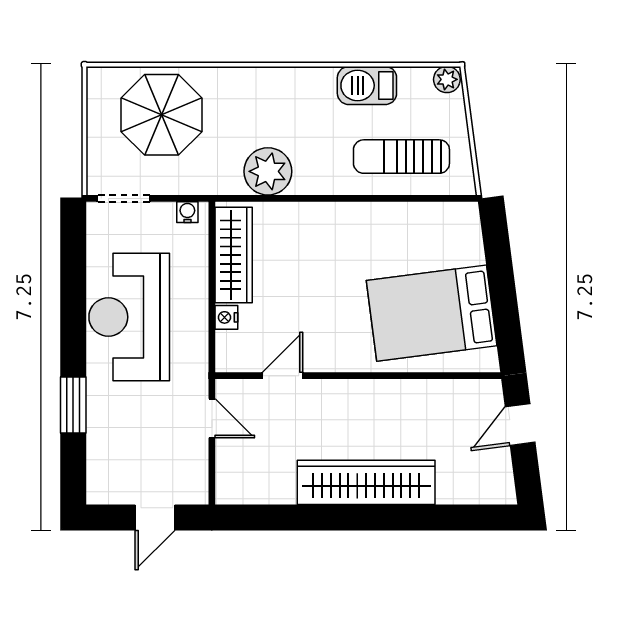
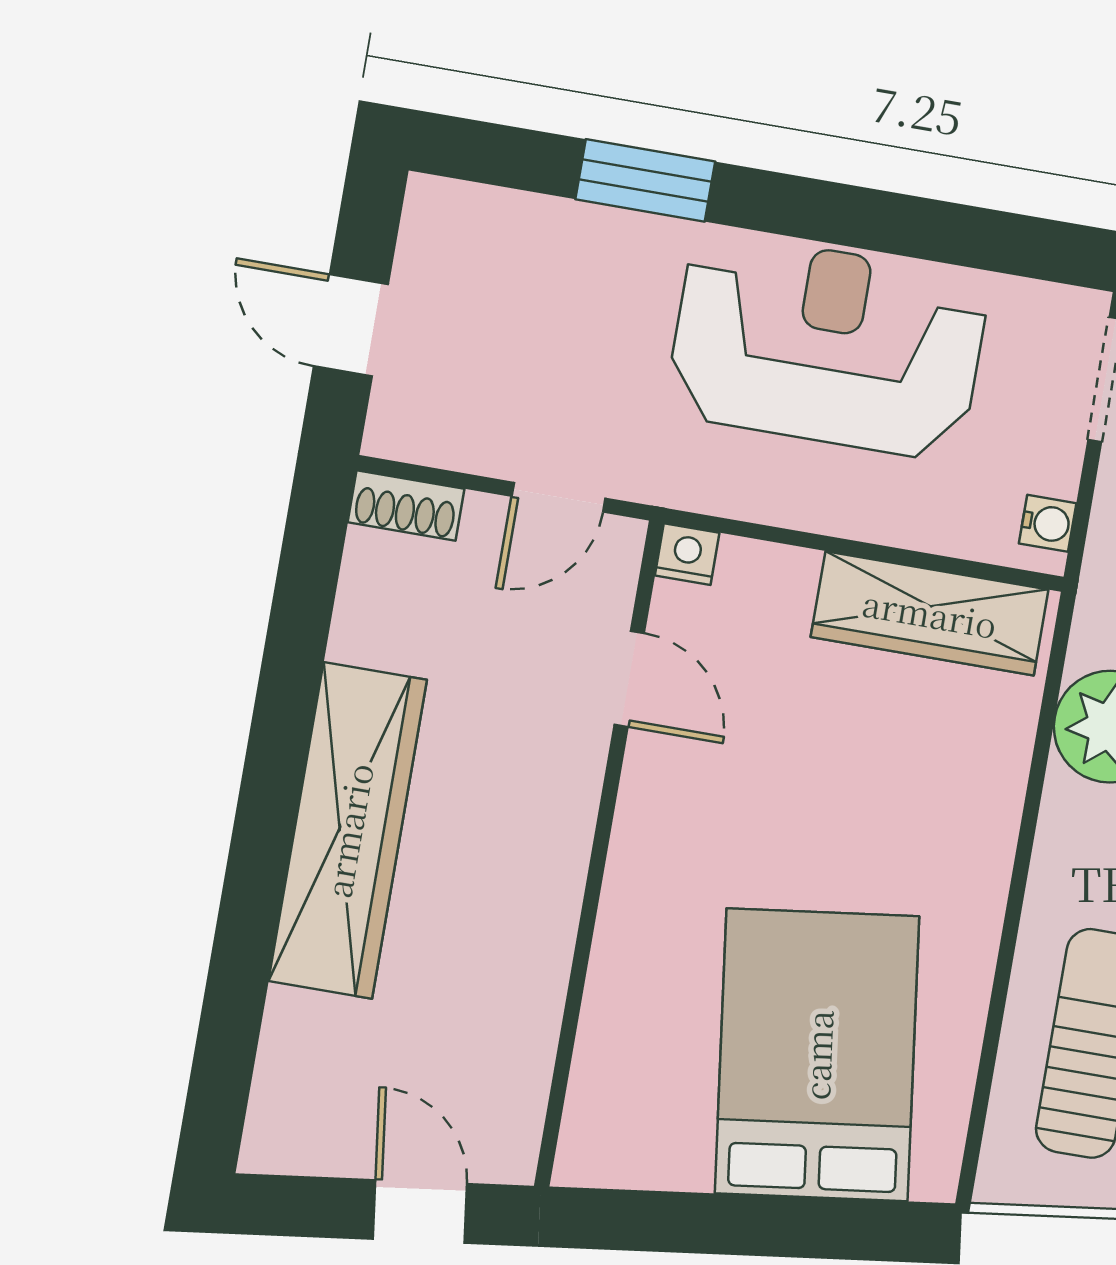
bed: (432, 313) -> (817, 1055), moved
nightstand: (226, 317) -> (687, 554), moved
shoe rack: (226, 481) -> (406, 505), added

